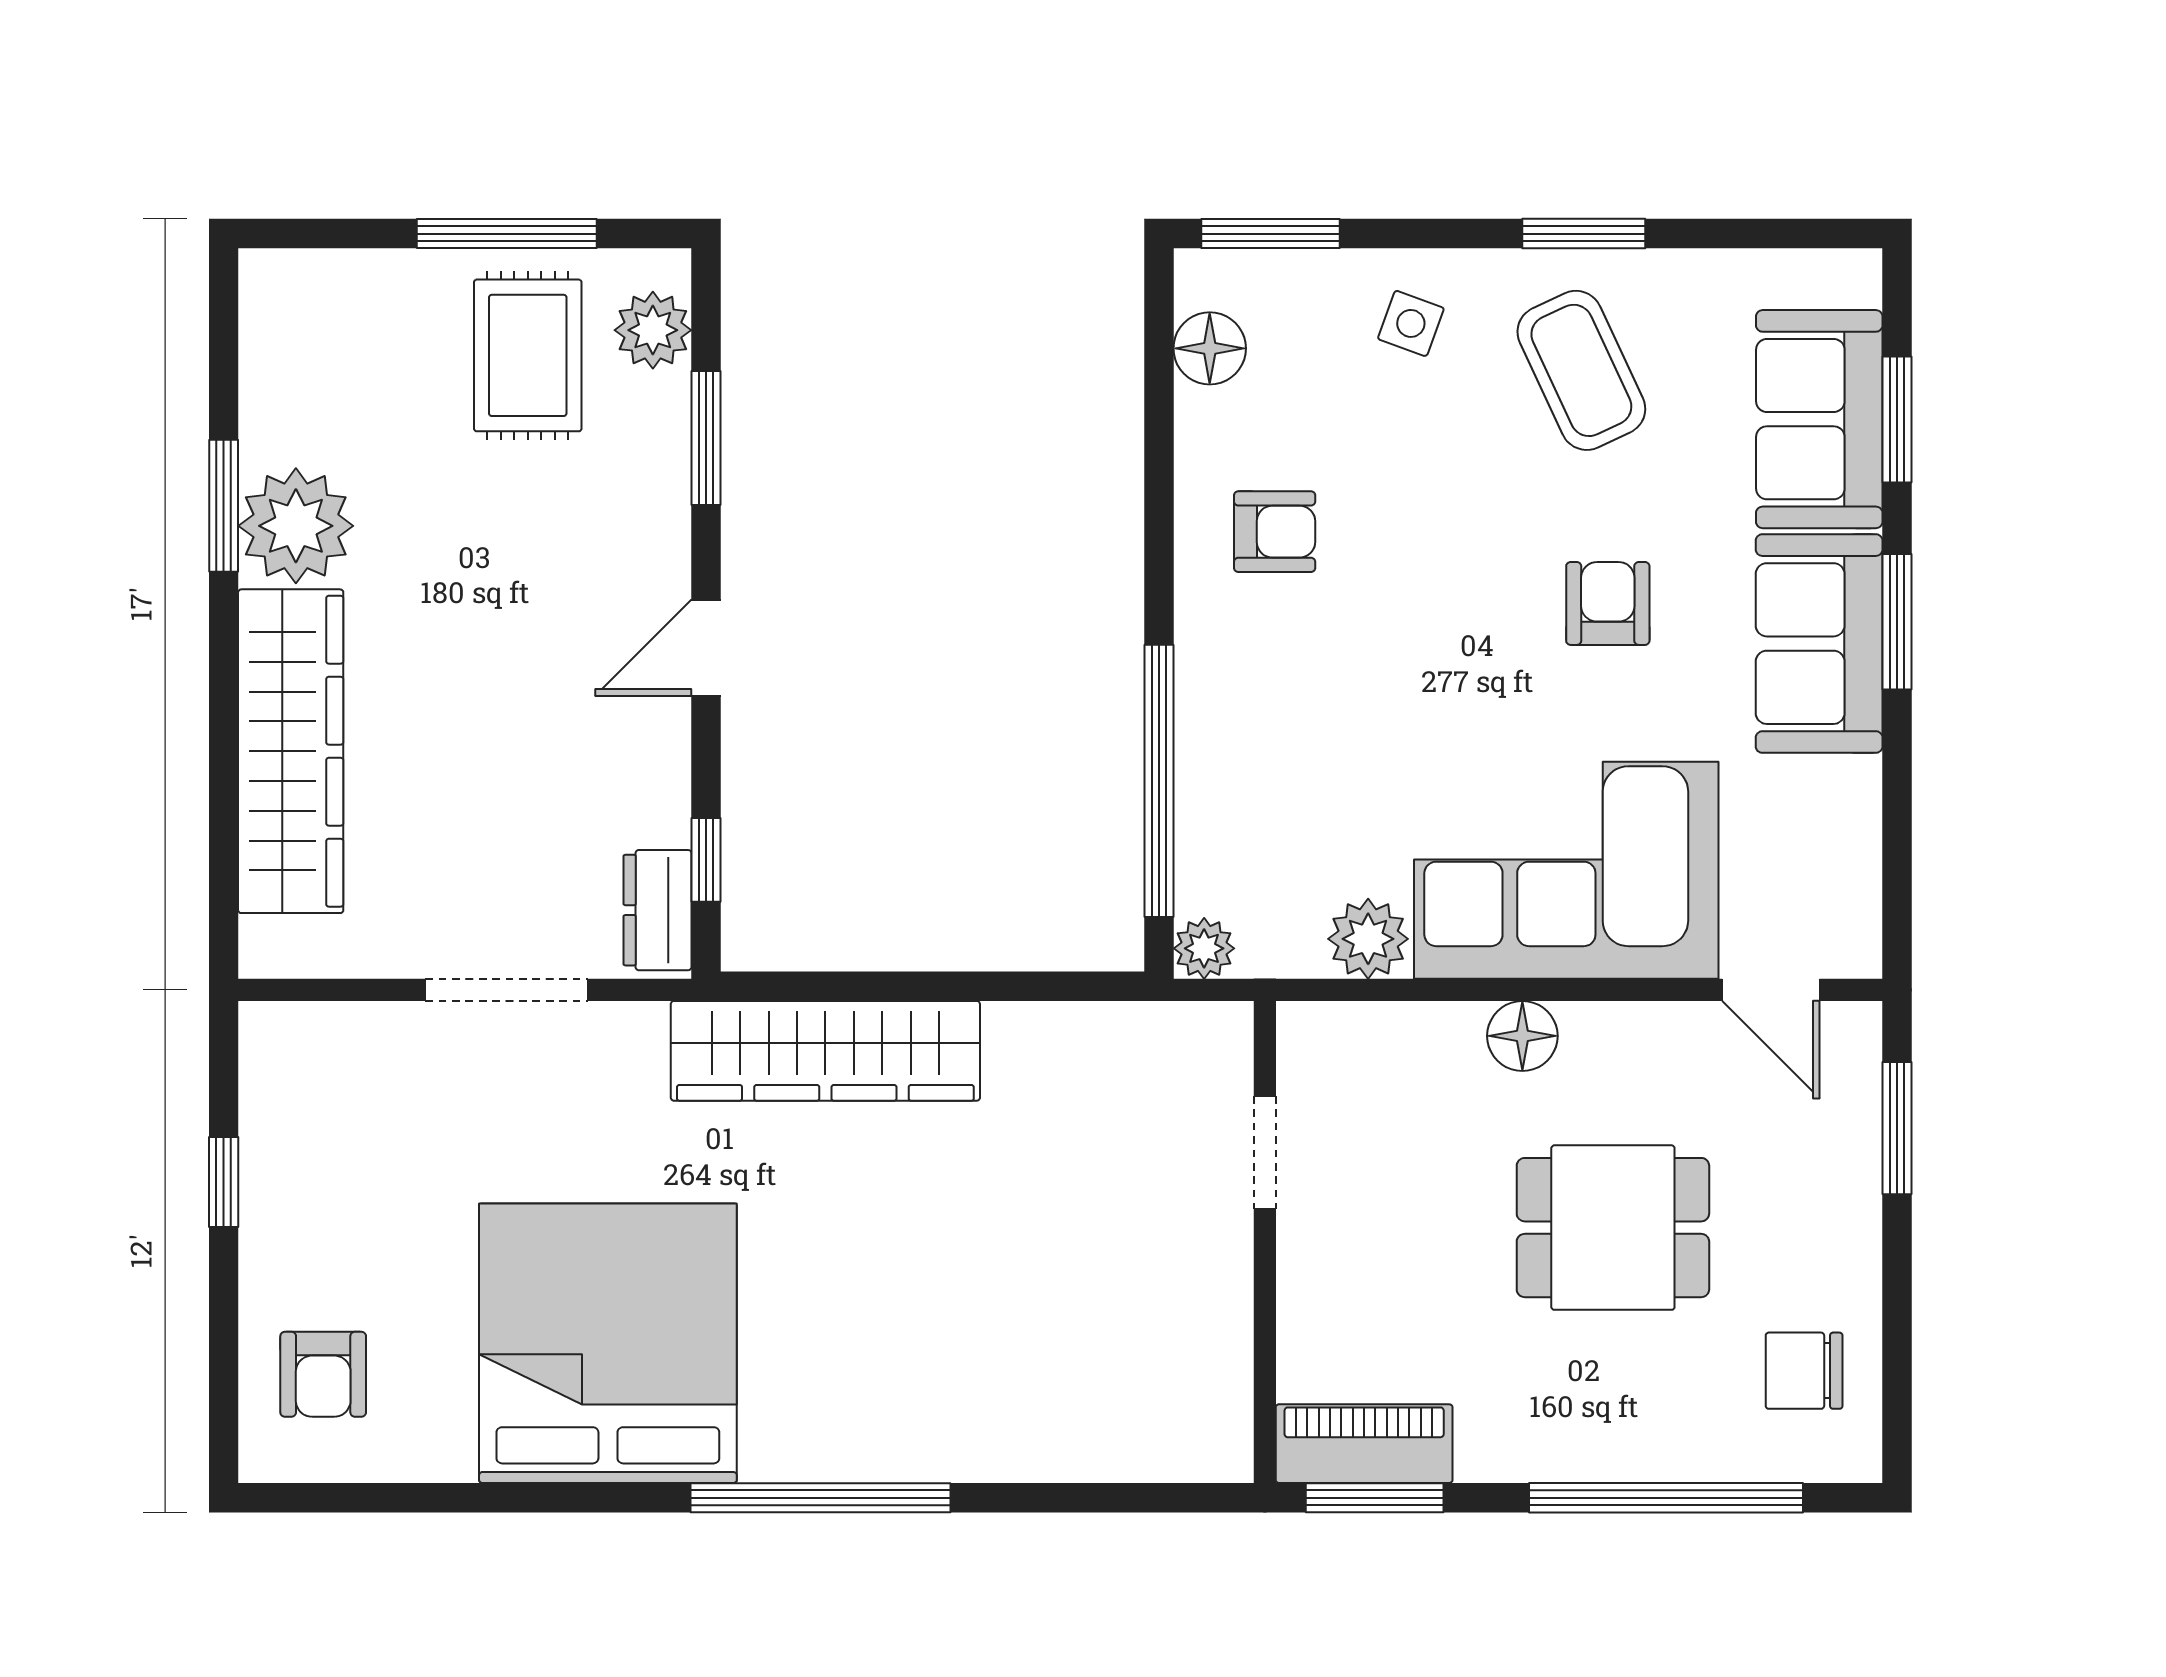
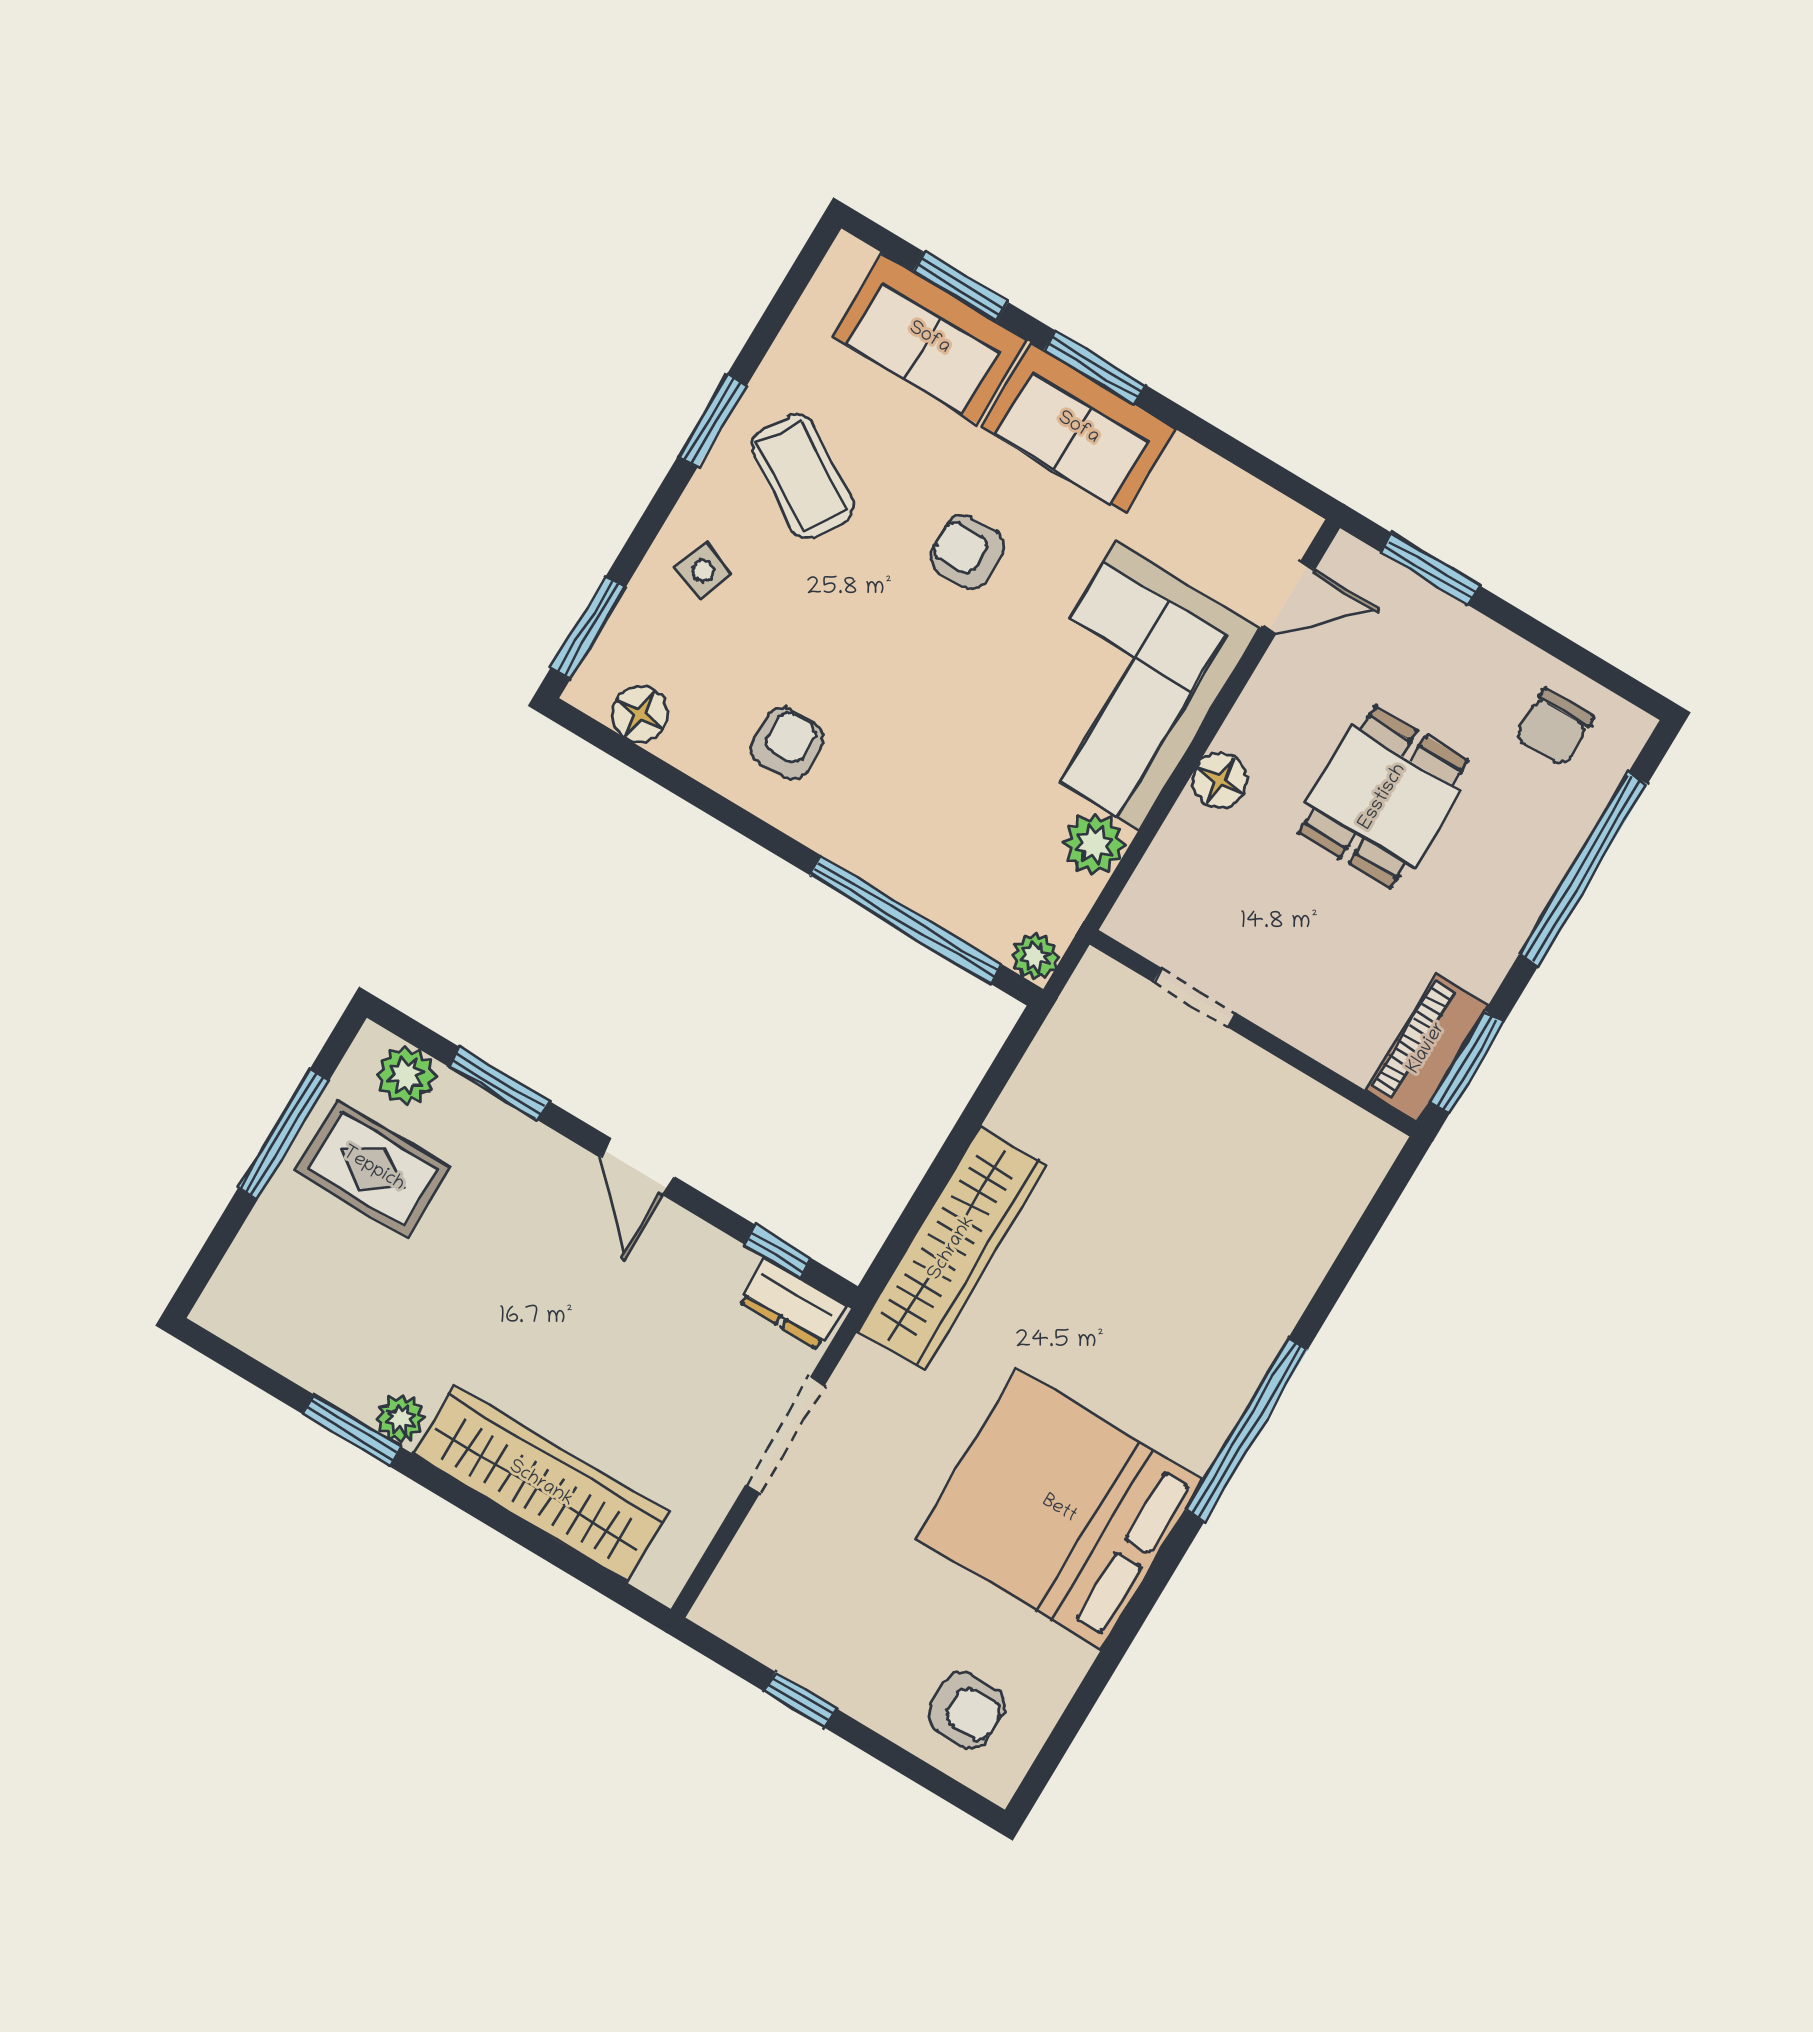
coffee table: (1581, 370) -> (802, 476), turned 57
plant: (296, 526) -> (400, 1419), width x0.53, depth x0.53

